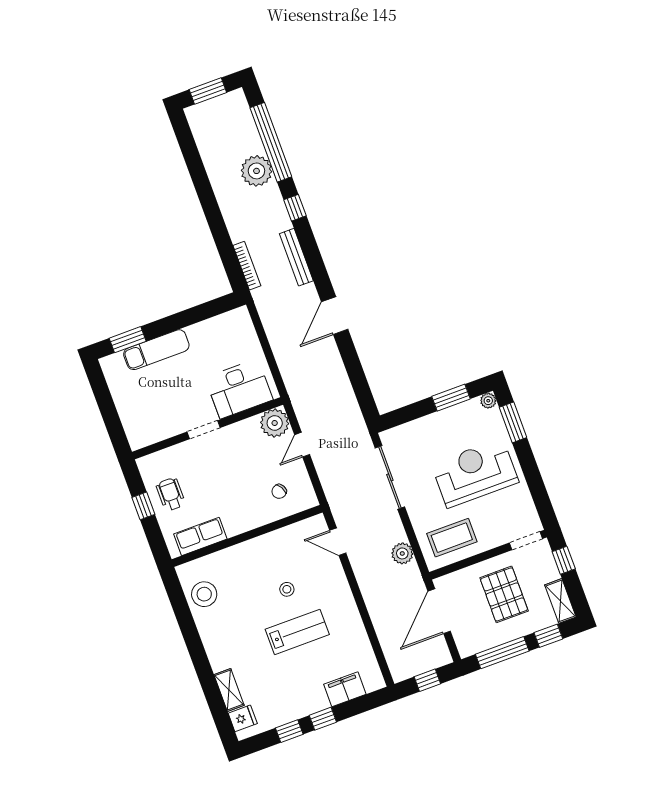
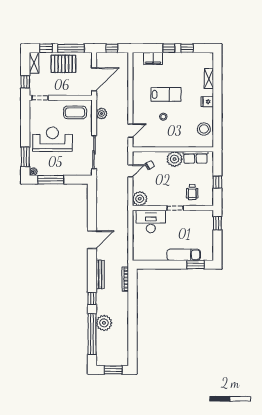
window: (451, 398) -> (51, 180), width x1.44
window: (116, 430) -> (217, 223), added
door: (302, 445) -> (130, 171), moved
reception desk: (475, 473) -> (52, 139), turned 180
wheelchair: (171, 494) -> (192, 192), moved
plant: (238, 519) -> (175, 159), added
door: (338, 542) -> (130, 131), hinge flipped
pallet: (504, 594) -> (63, 64), moved, turned 90
lab bench: (297, 632) -> (166, 94), turned 180
fridge: (243, 718) -> (207, 102), moved

